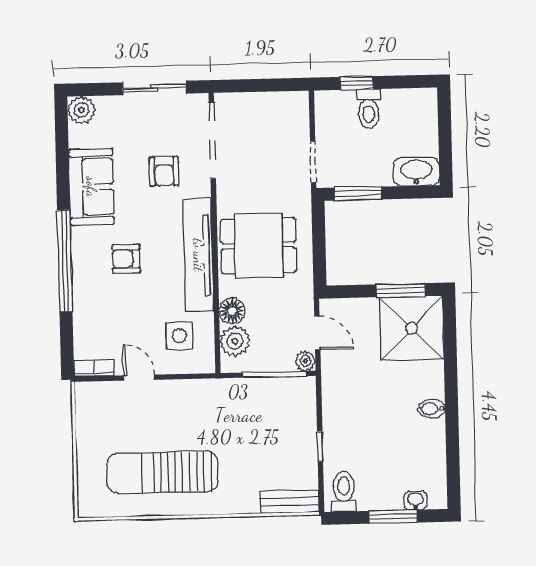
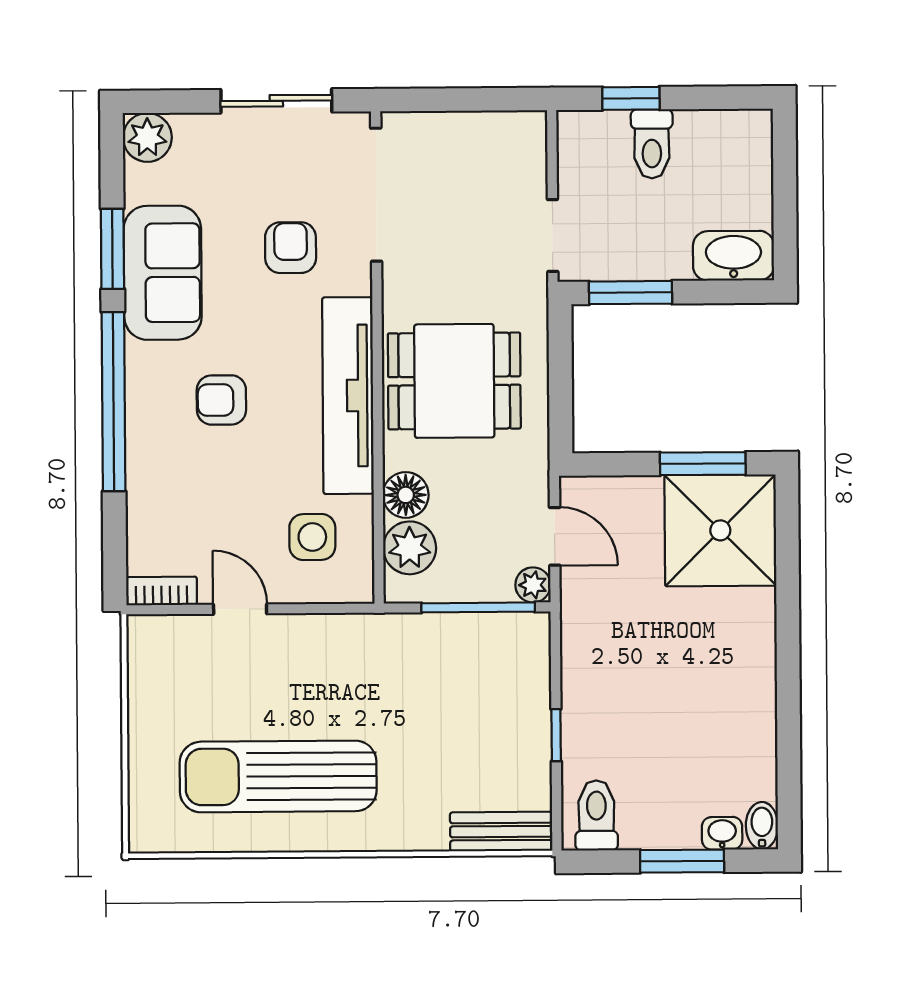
armchair: (164, 171) -> (291, 248), turned 180
window: (63, 174) -> (112, 249), added
bidet: (432, 409) -> (762, 826), moved, turned 90

